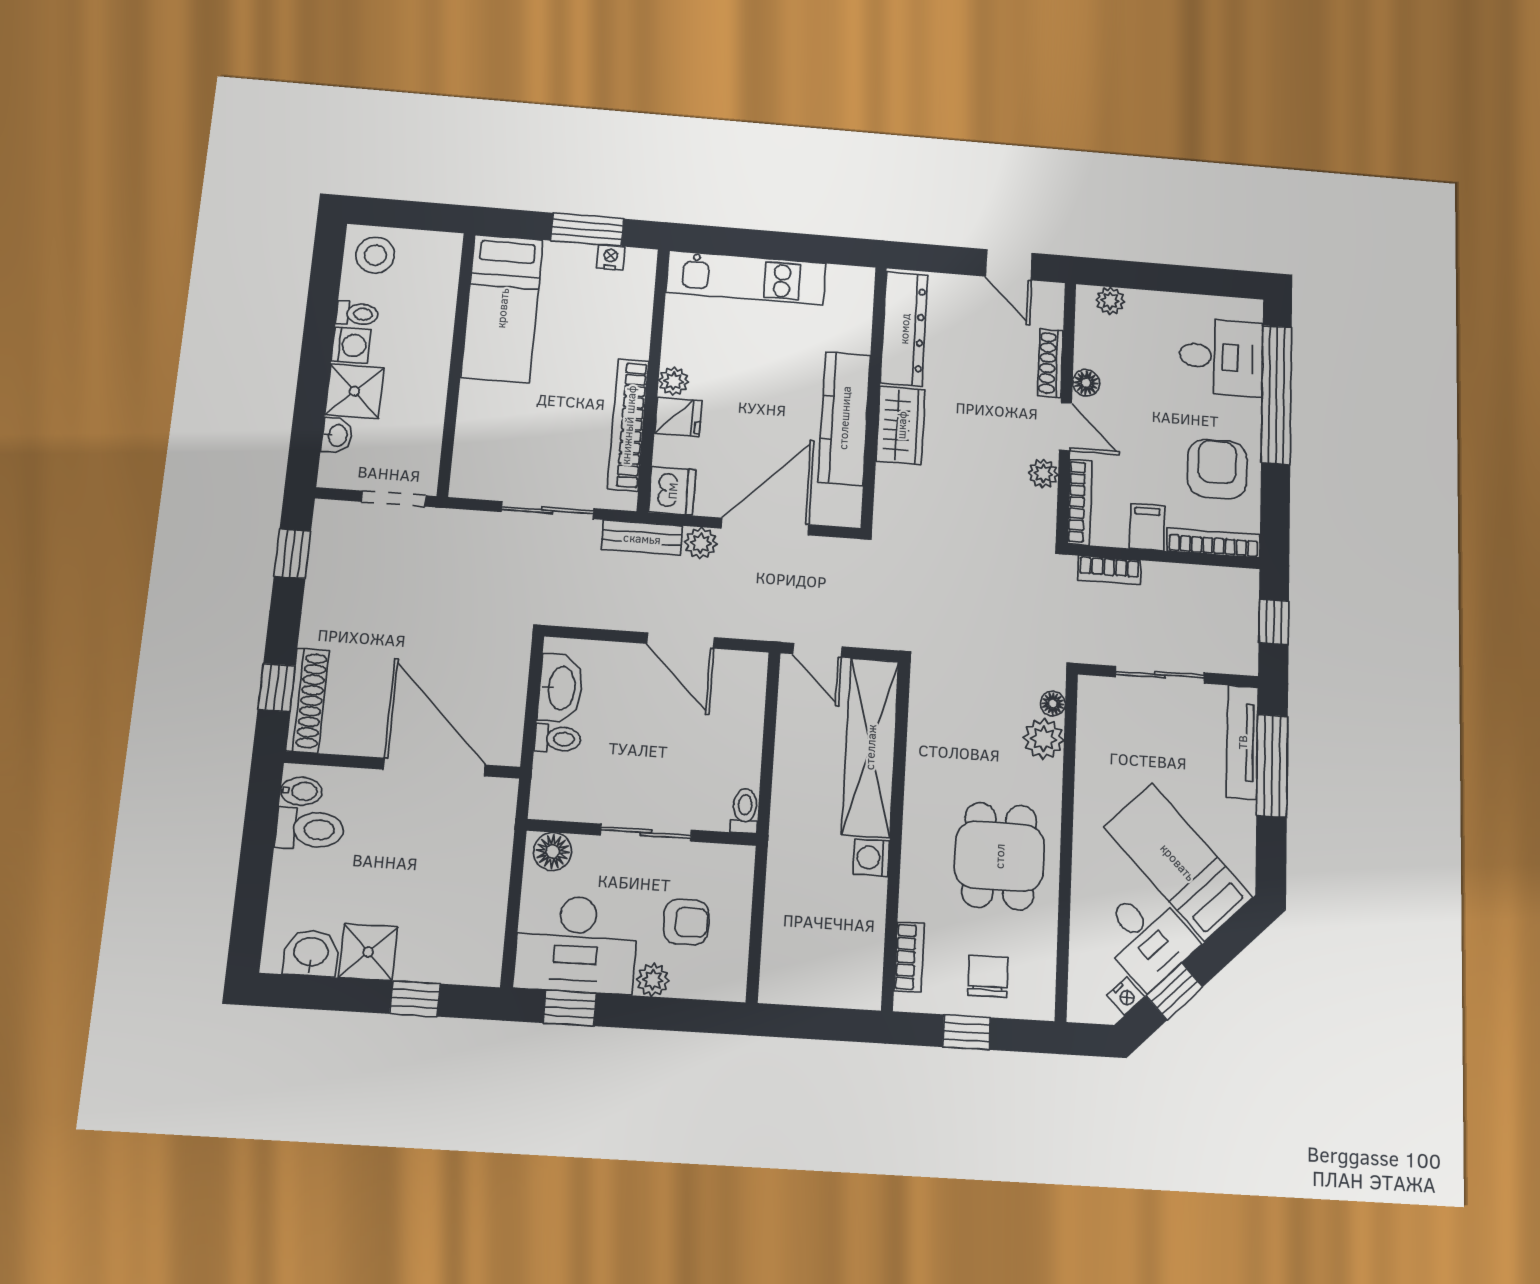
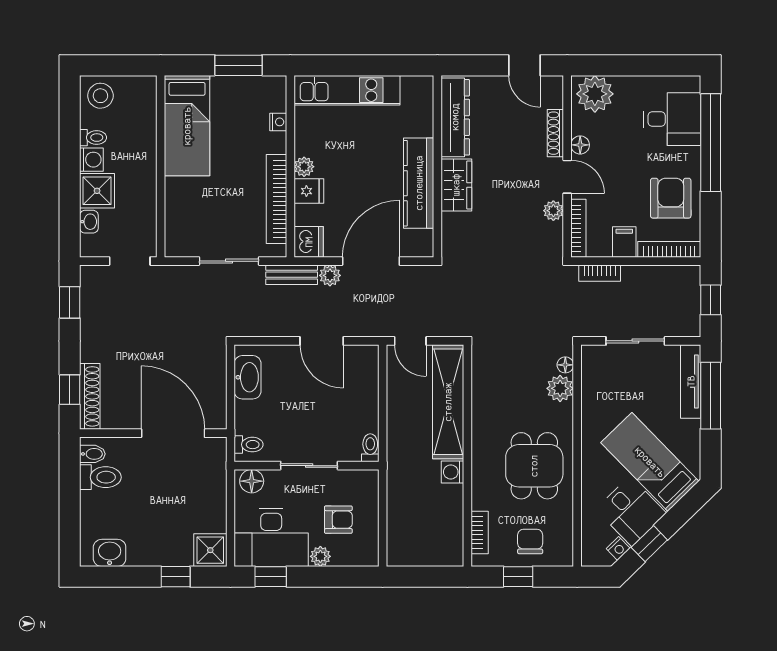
nightstand: (611, 257) -> (278, 122), moved, turned 90
plant: (1110, 301) -> (595, 94), width x1.88, depth x1.88
toilet: (558, 739) -> (249, 445), moved
shower: (368, 952) -> (210, 550), moved

